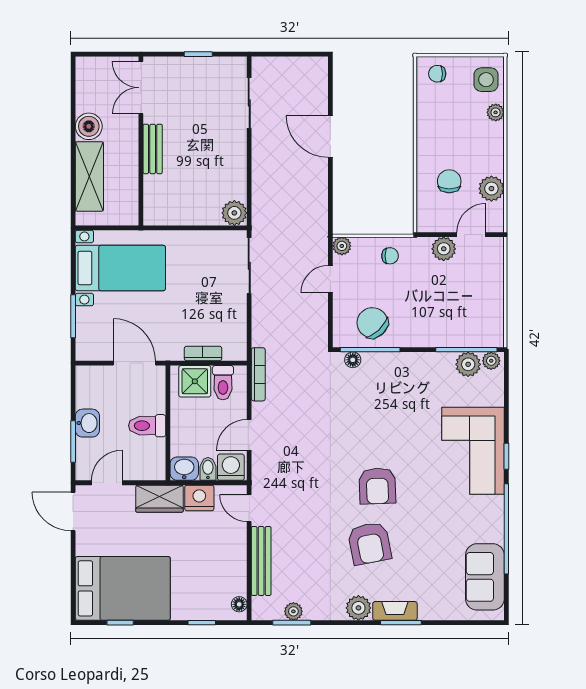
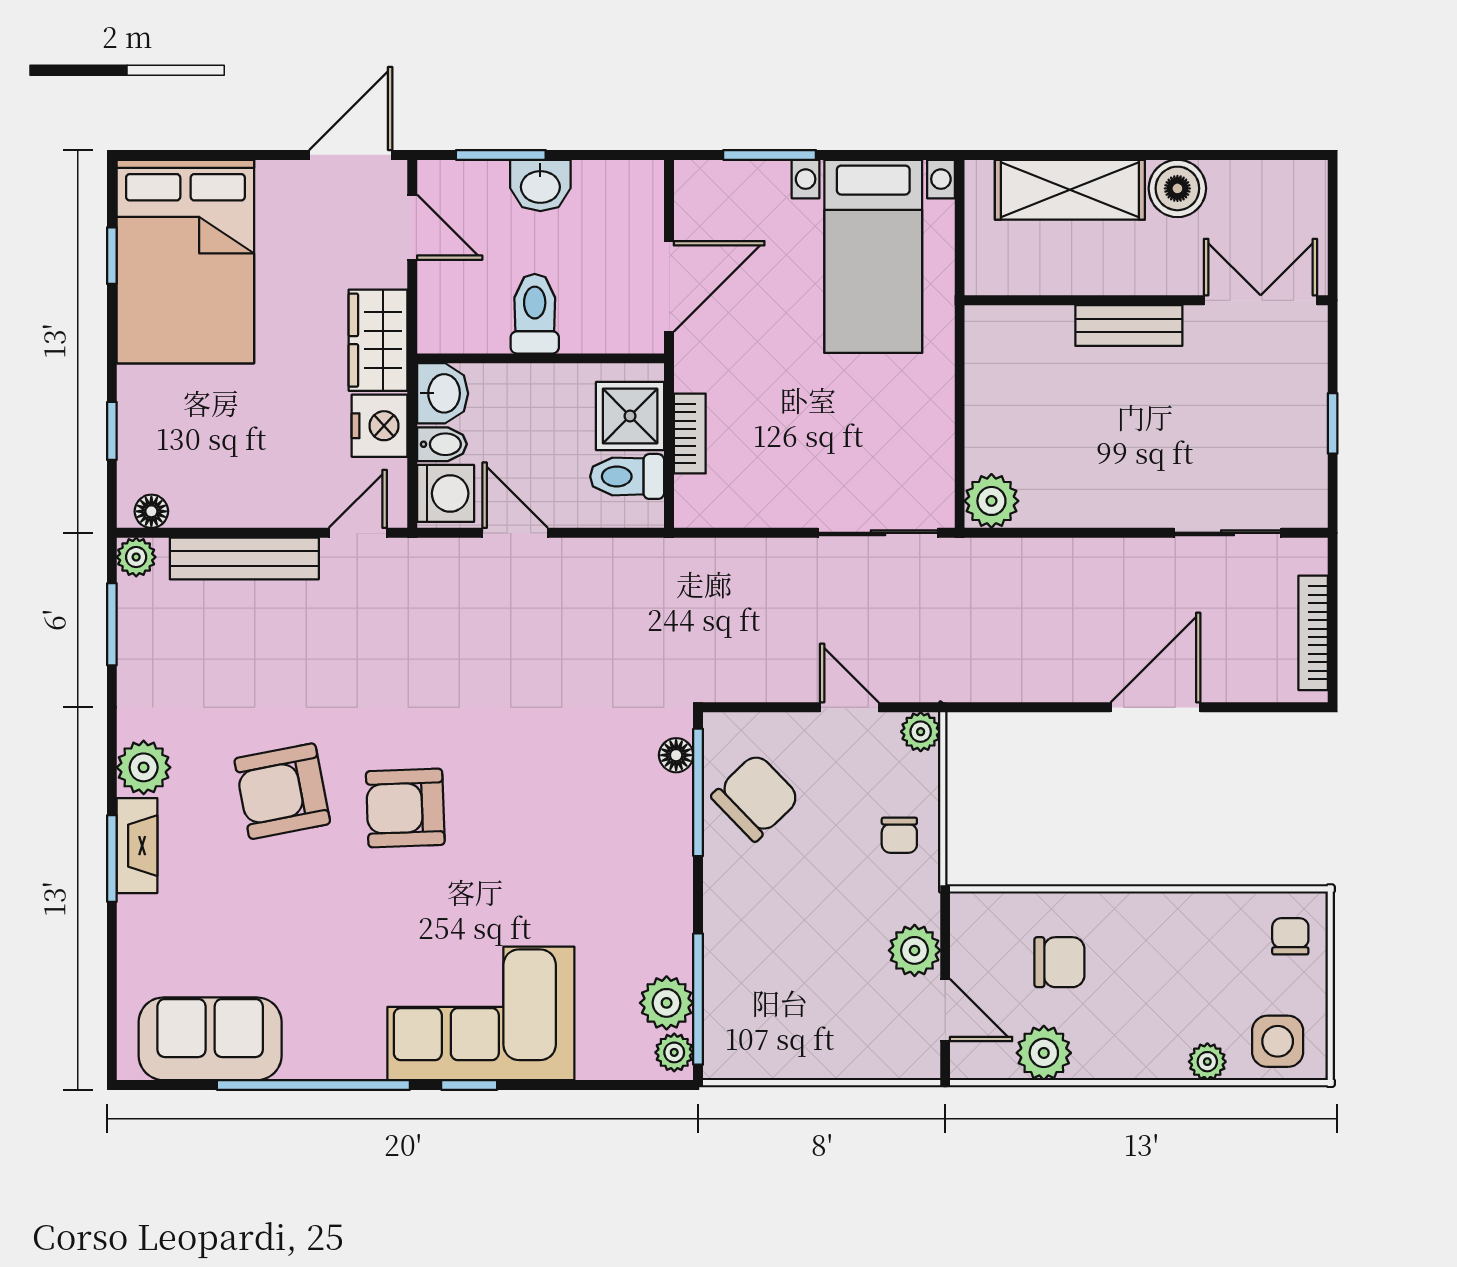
bookcase: (258, 374) -> (1313, 633), moved, turned 90
plant: (293, 611) -> (136, 557), moved

